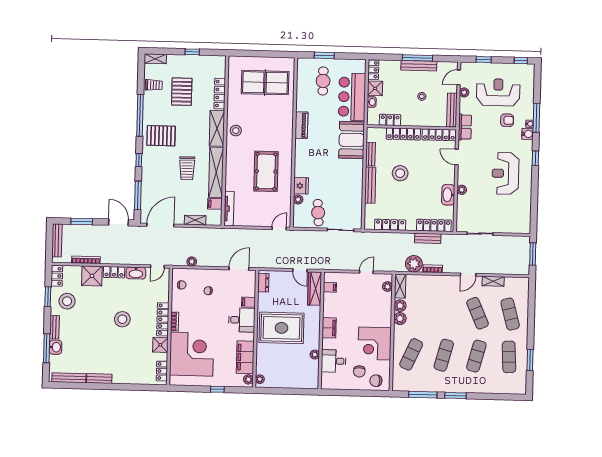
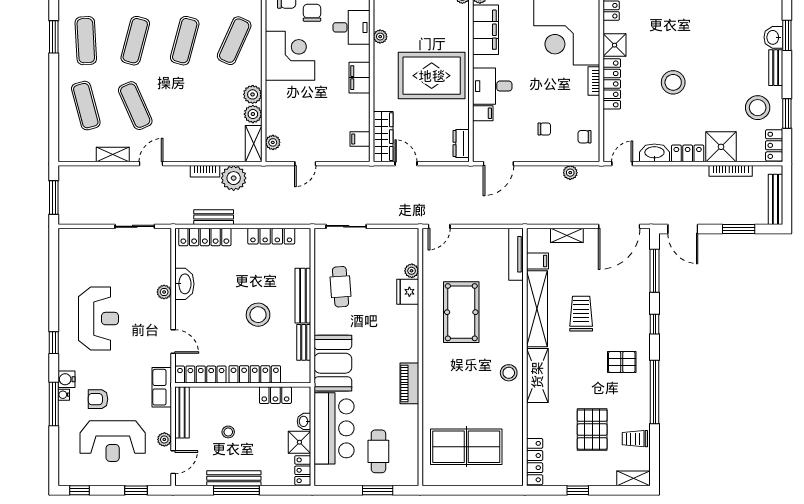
locker: (220, 94) -> (535, 462), moved
pallet: (161, 136) -> (622, 362), width x0.67, depth x0.71
cafe table: (318, 213) -> (341, 287), moved
window: (47, 348) -> (787, 35), width x0.69

